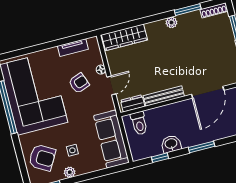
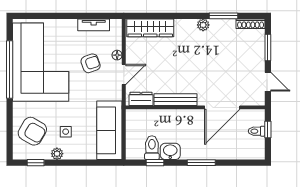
toilet: (139, 123) -> (152, 148), moved, turned 180

